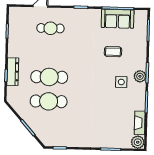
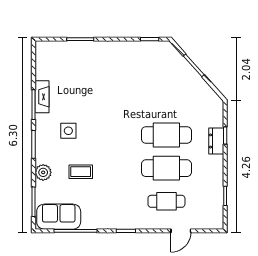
sofa: (118, 19) -> (59, 217), moved
dresser: (13, 72) -> (216, 141), width x0.70
plant: (140, 76) -> (43, 172), moved
cafe table: (49, 101) -> (166, 168), moved
fireplace: (140, 123) -> (42, 97), moved
plant: (138, 142) -> (44, 50), removed

